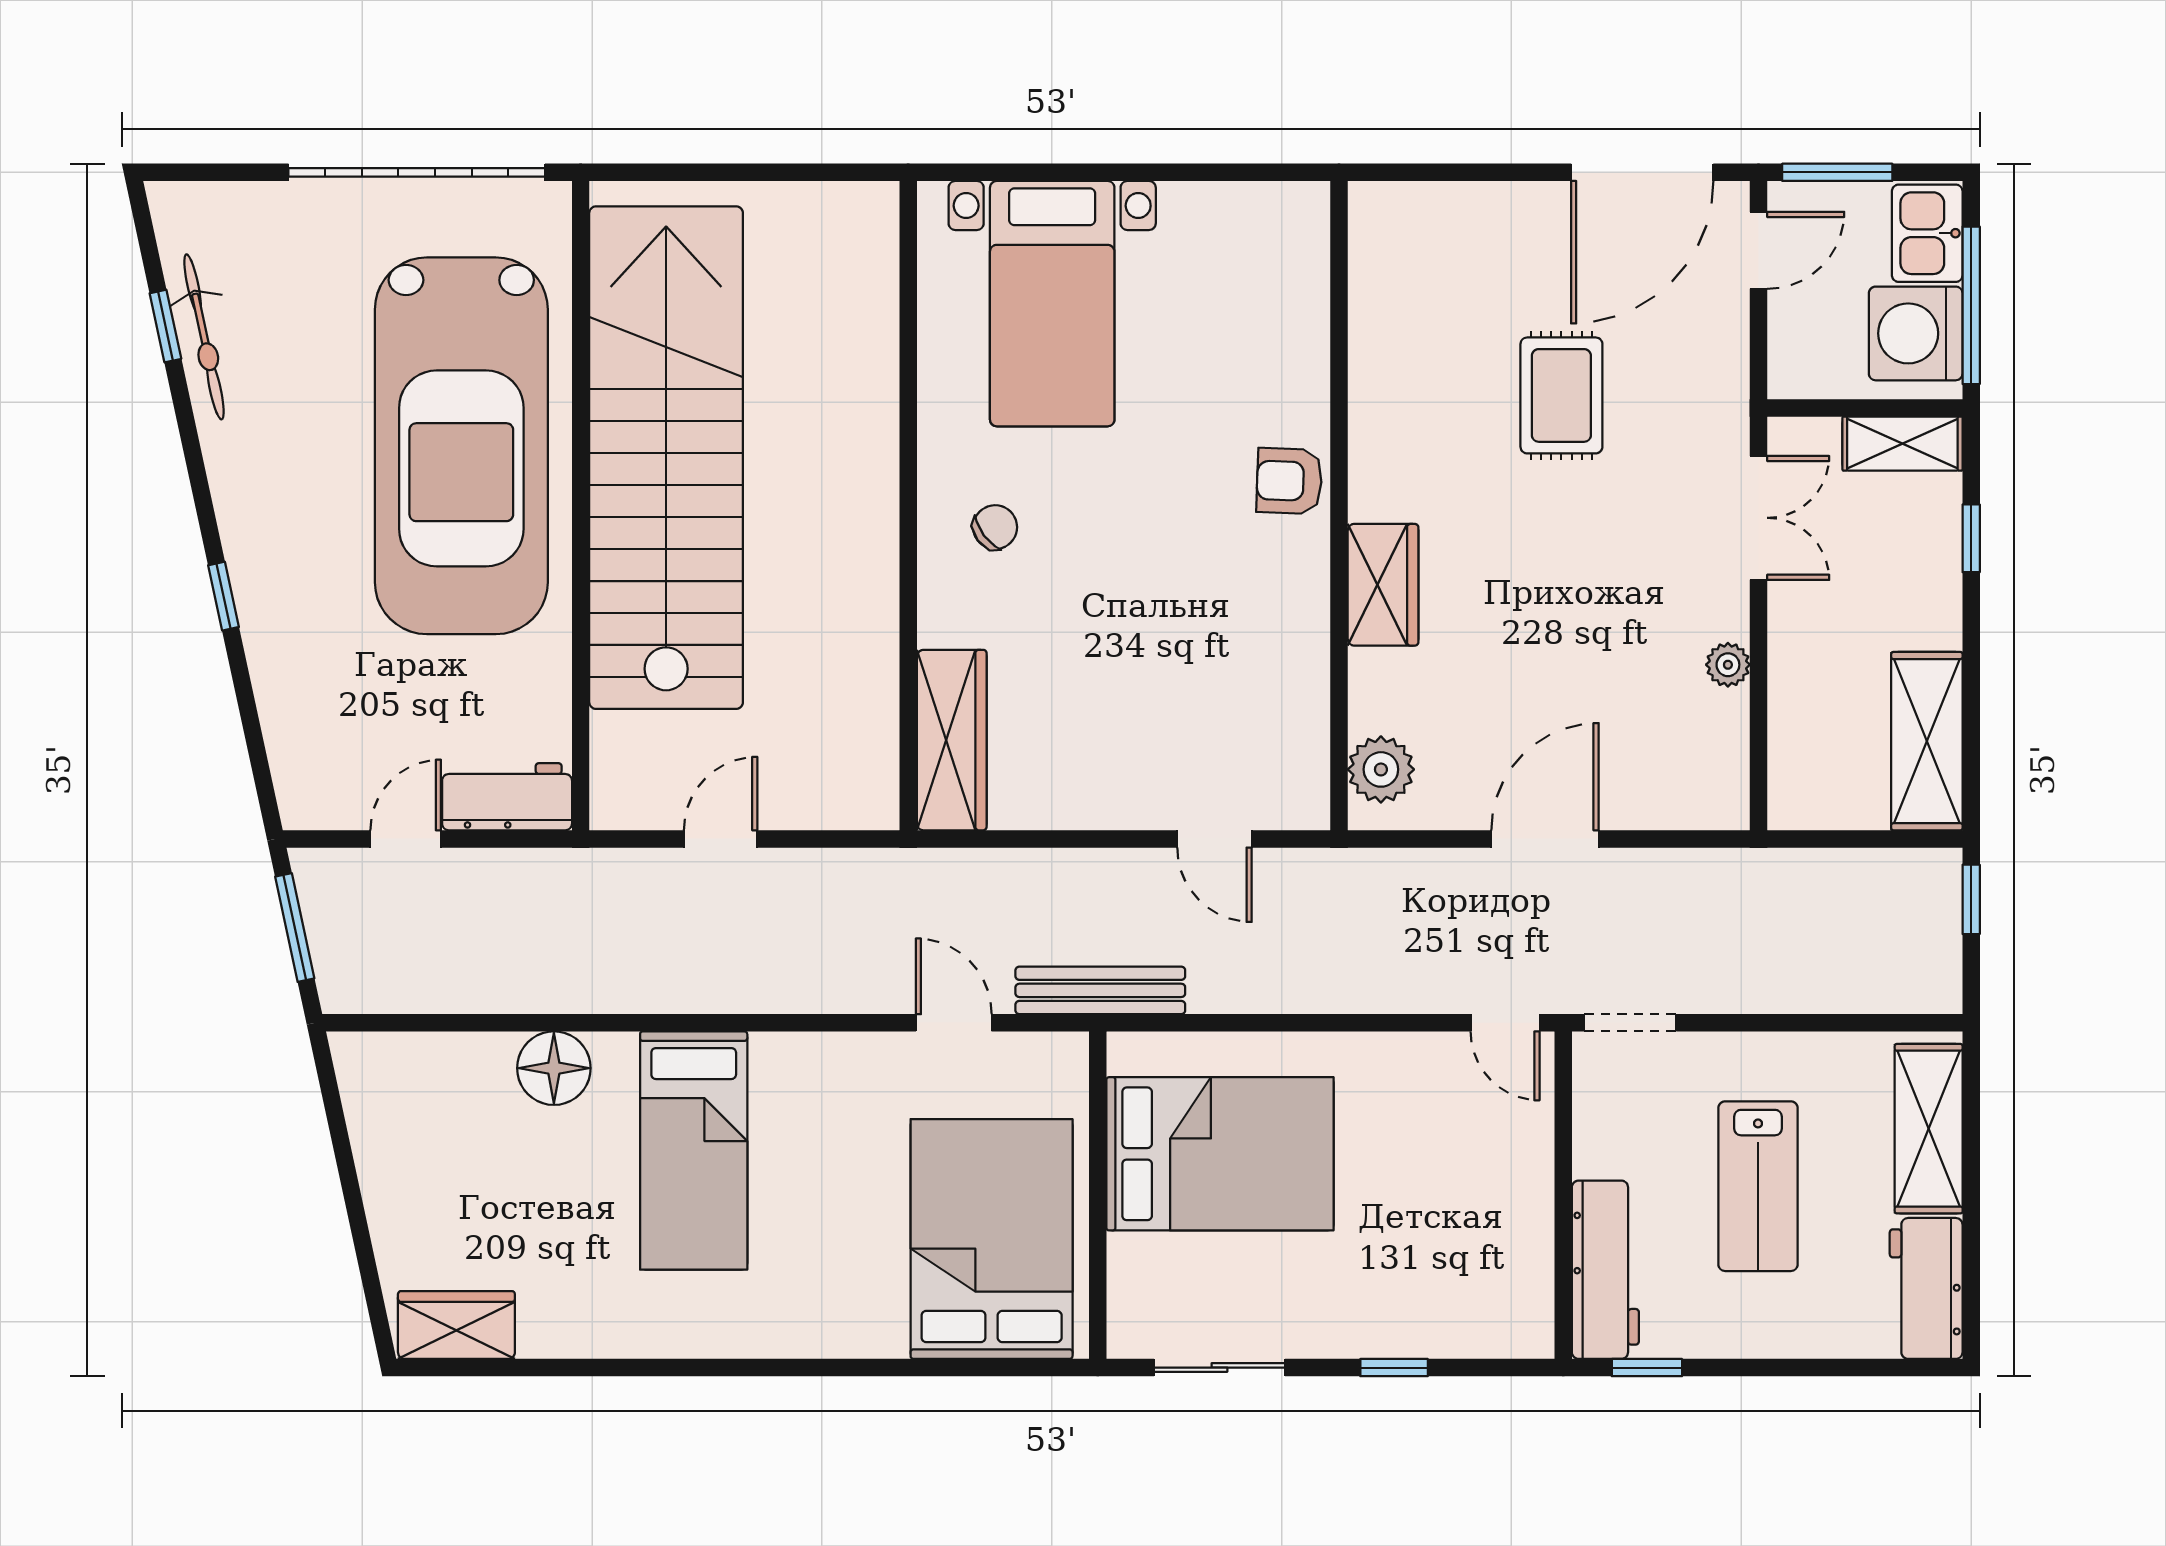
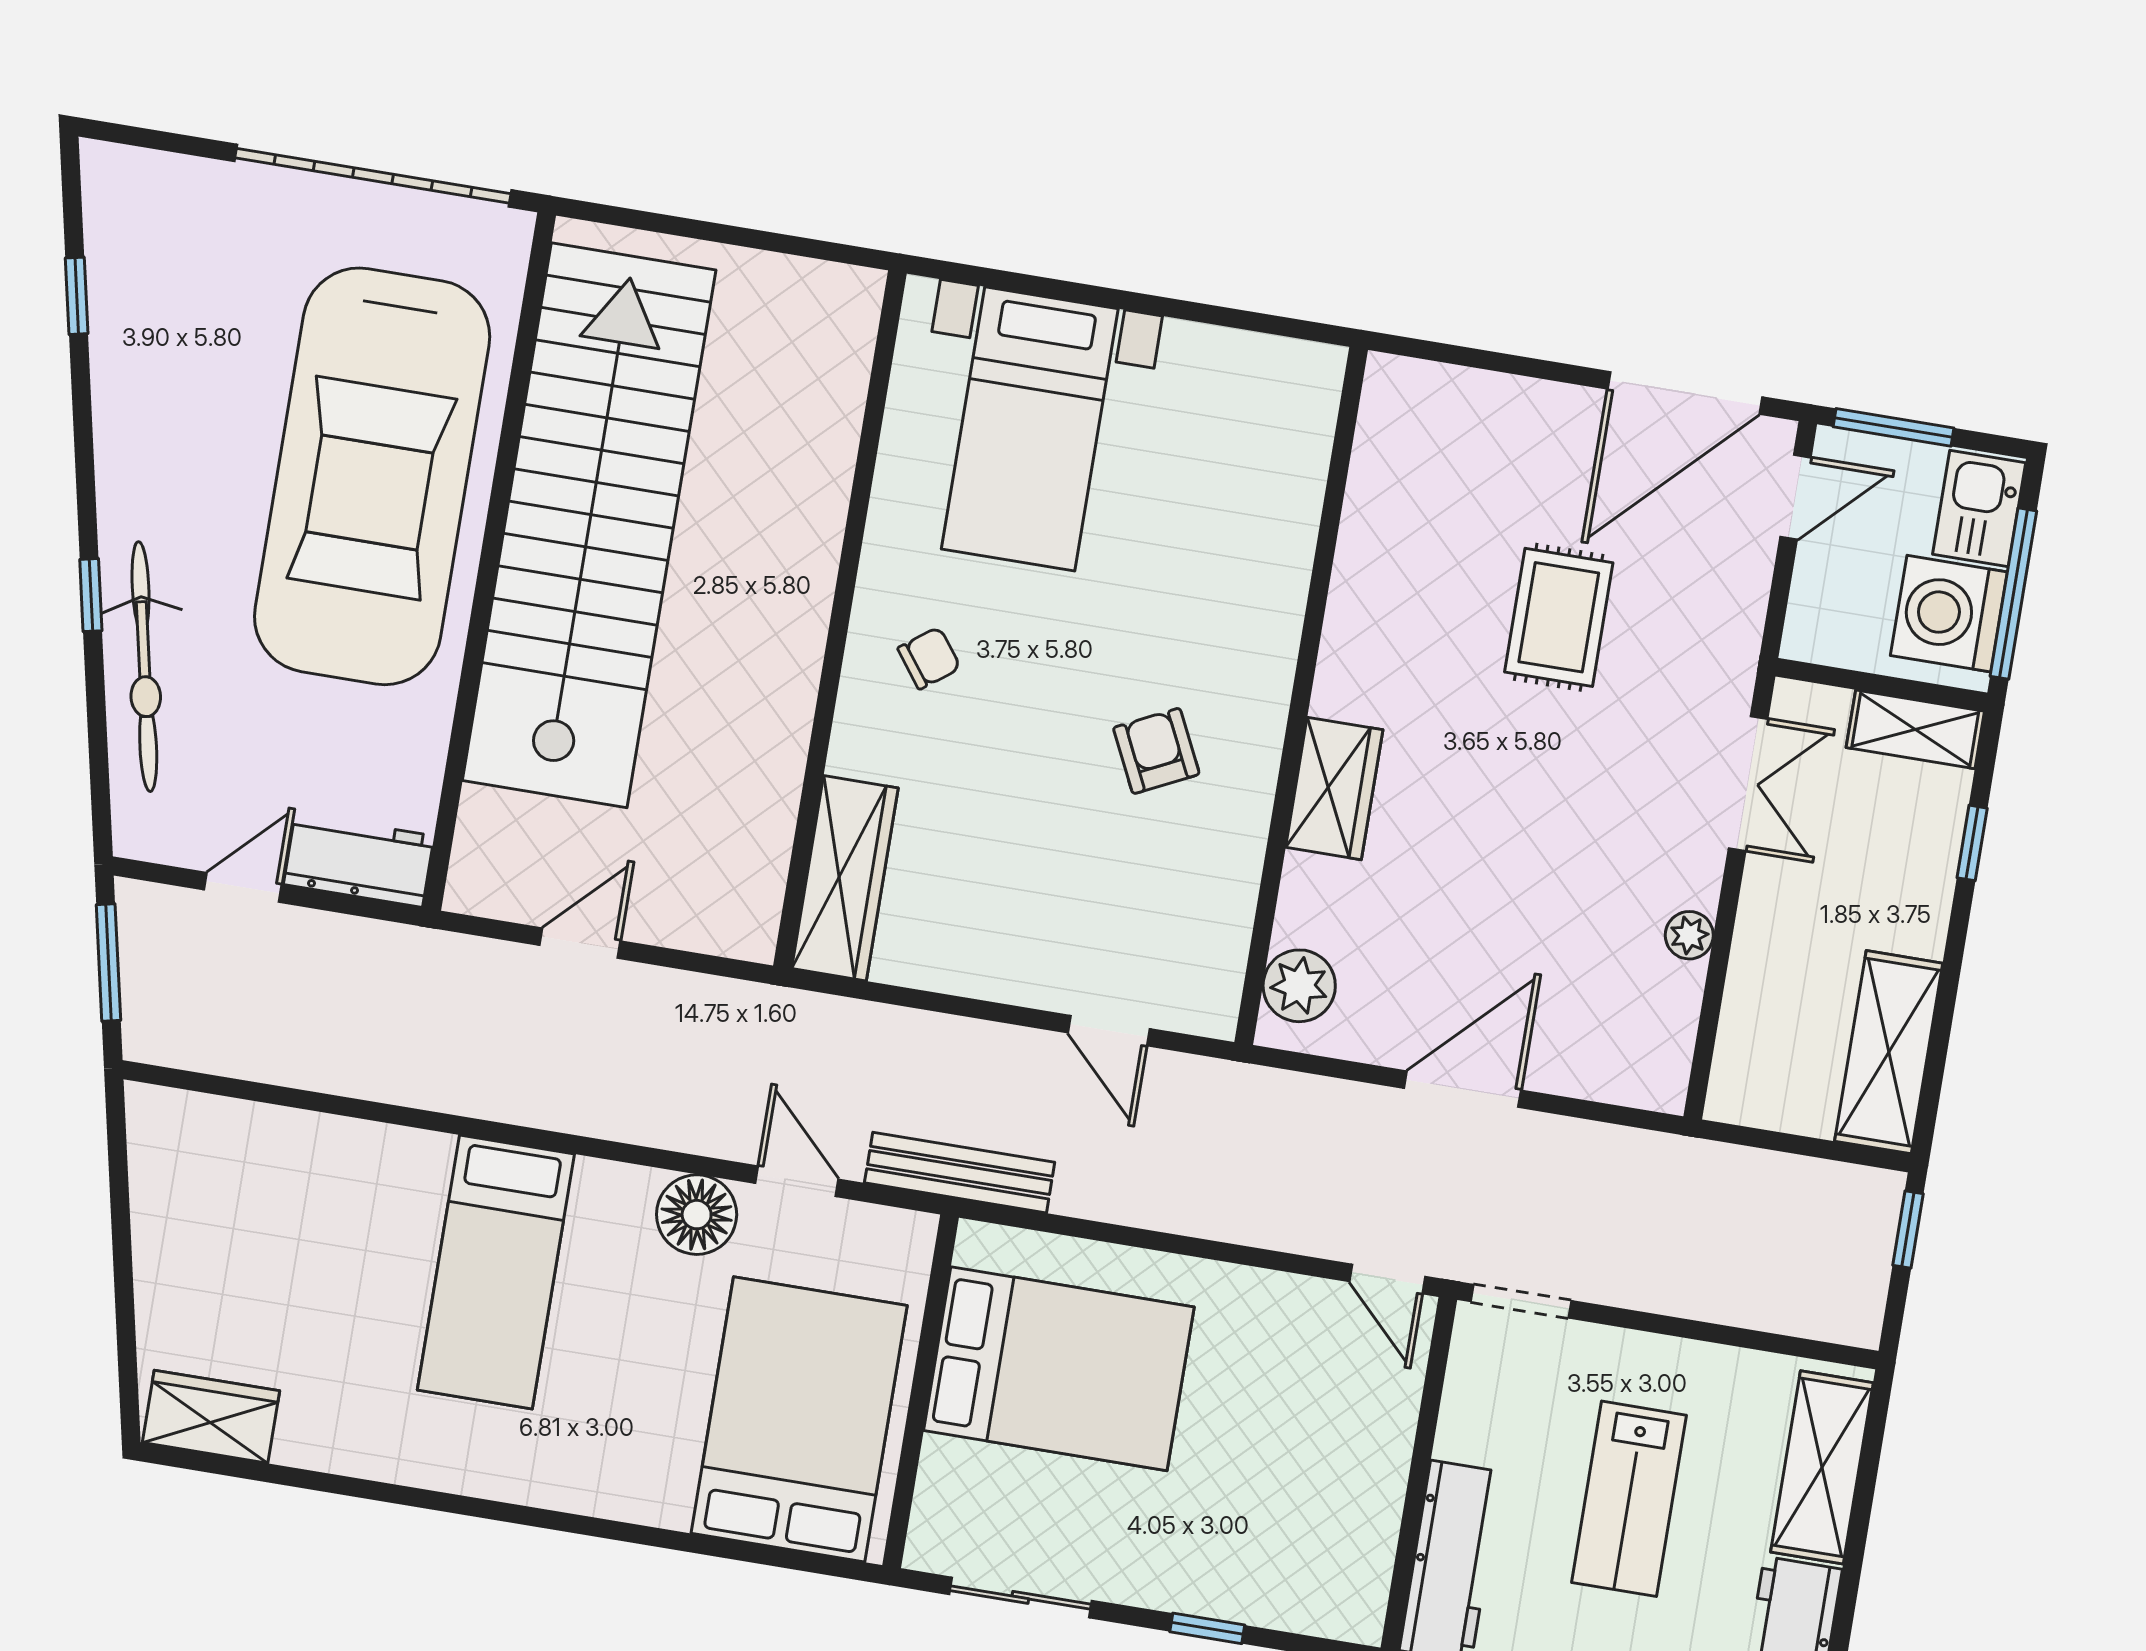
bicycle: (204, 337) -> (144, 667), moved, width x1.37, depth x1.40
armchair: (1289, 481) -> (1156, 751), moved, turned 62
floor lamp: (554, 1068) -> (697, 1215), moved

